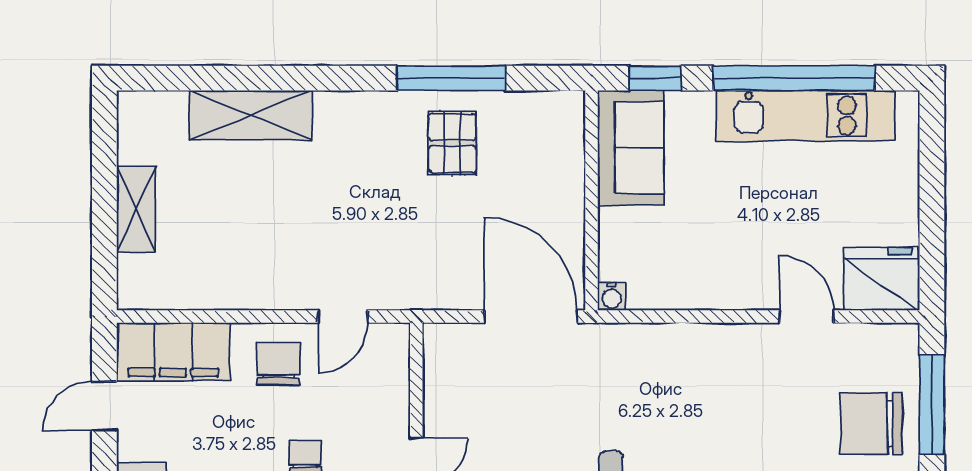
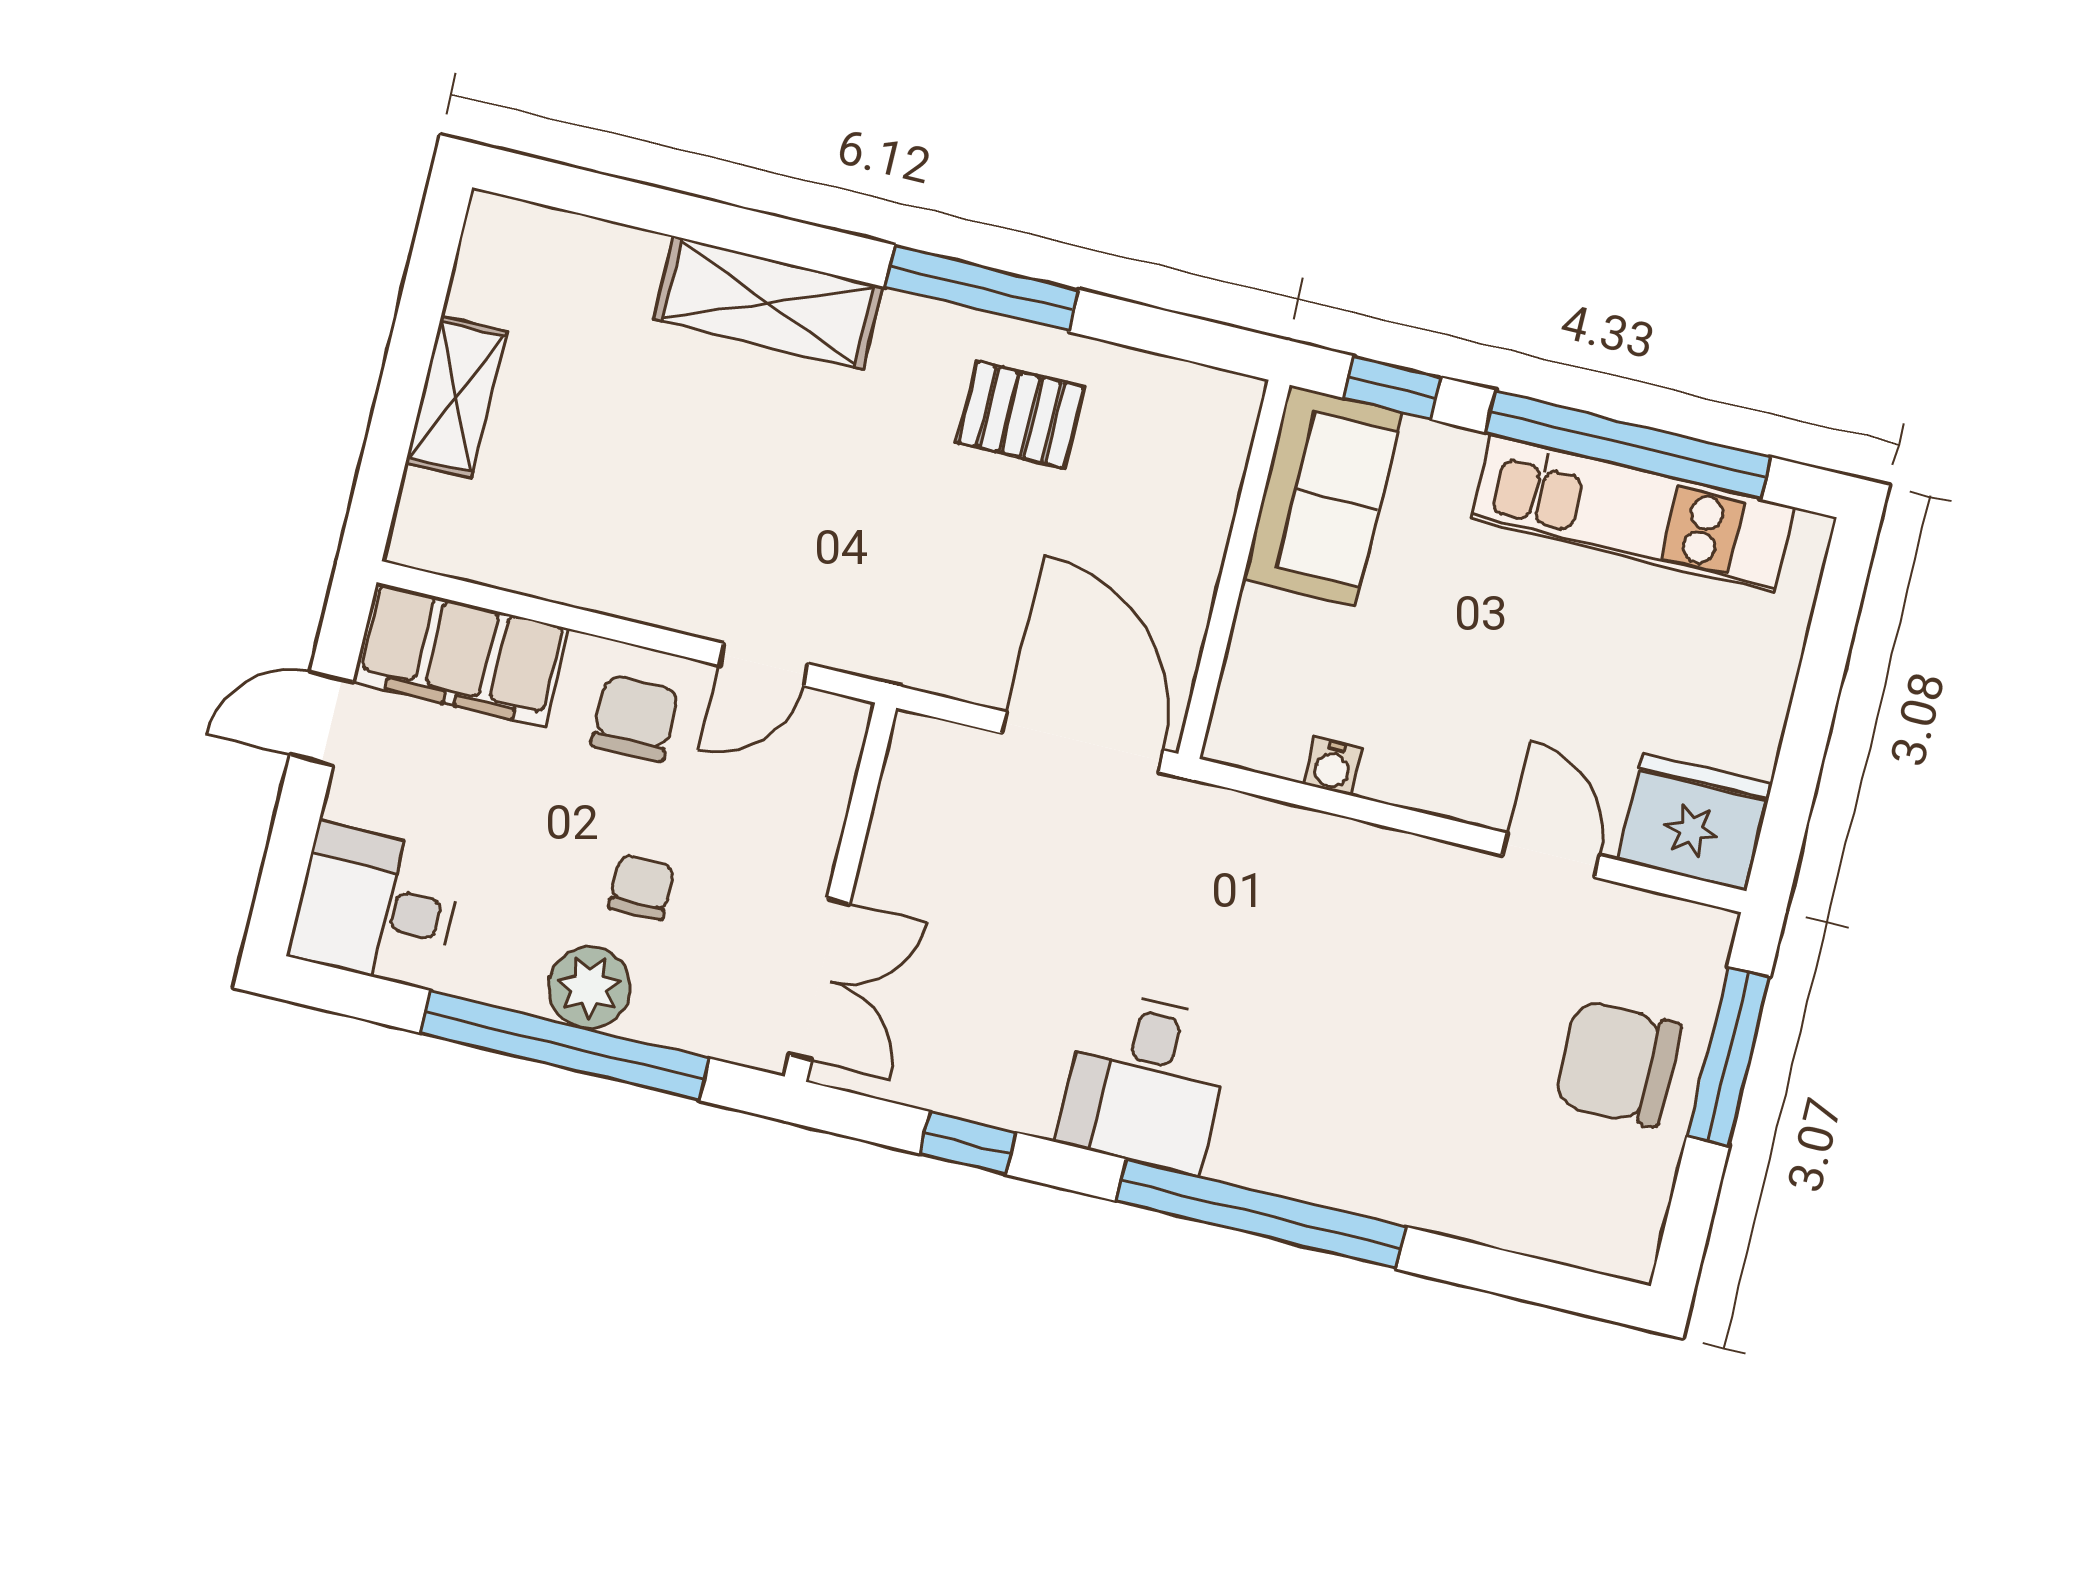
window: (451, 78) -> (982, 288), moved
shelving: (251, 115) -> (768, 303), moved
pallet: (452, 143) -> (1021, 415), turned 90
water cooler: (612, 297) -> (1333, 766), moved

